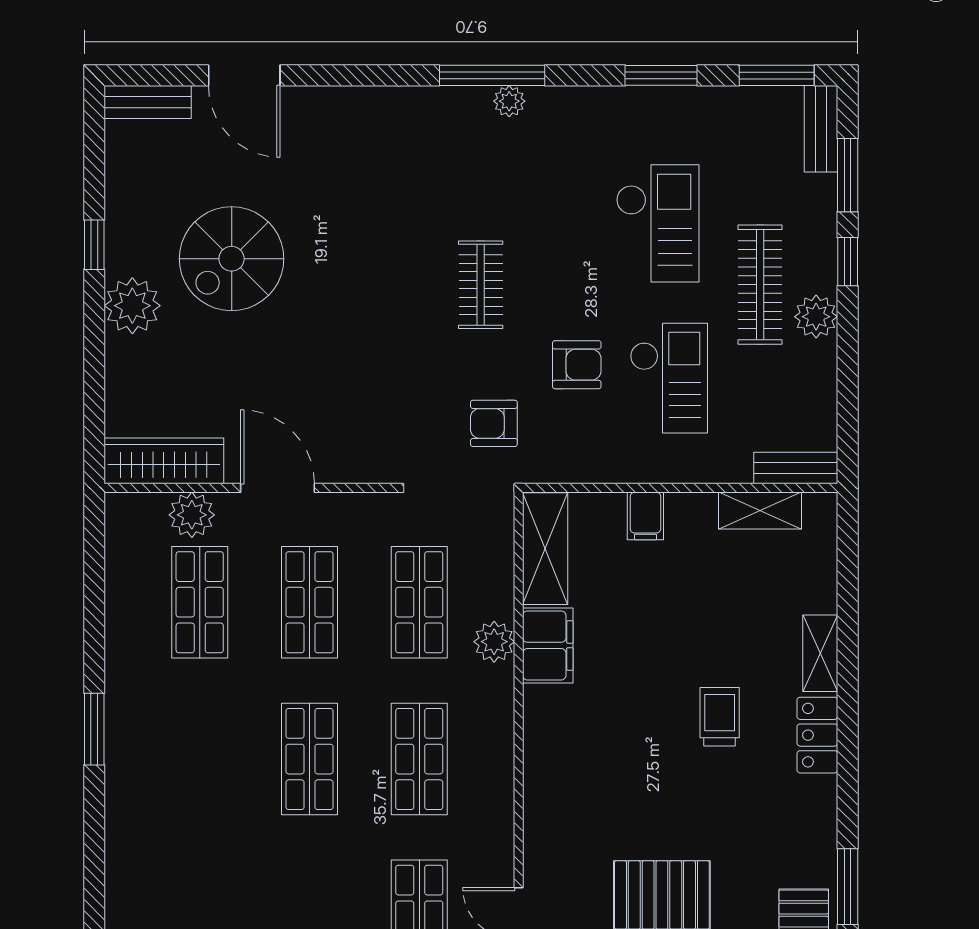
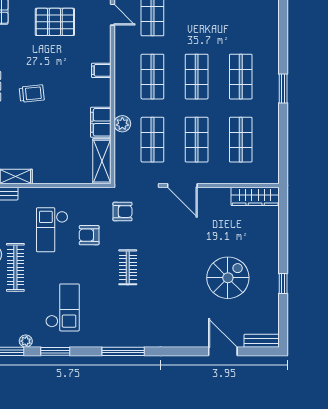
plant: (509, 101) -> (26, 341), moved
checkout: (658, 223) -> (62, 307), moved, turned 180
plant: (132, 306) -> (268, 259), removed
door: (278, 488) -> (182, 186), moved
plant: (192, 515) -> (244, 175), removed
filing cabinet: (645, 516) -> (101, 70), moved, turned -90
trolley: (720, 717) -> (32, 94), turned -96
shop shelf: (200, 759) -> (241, 77), added

